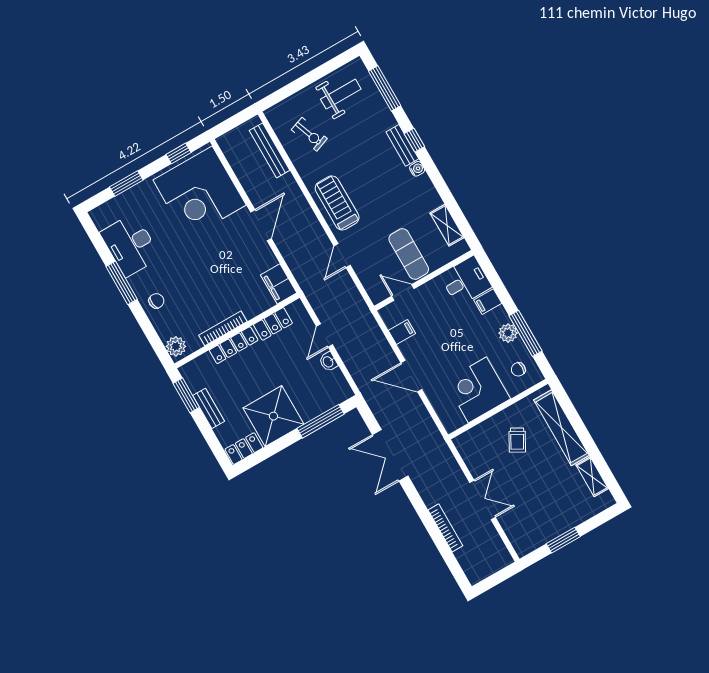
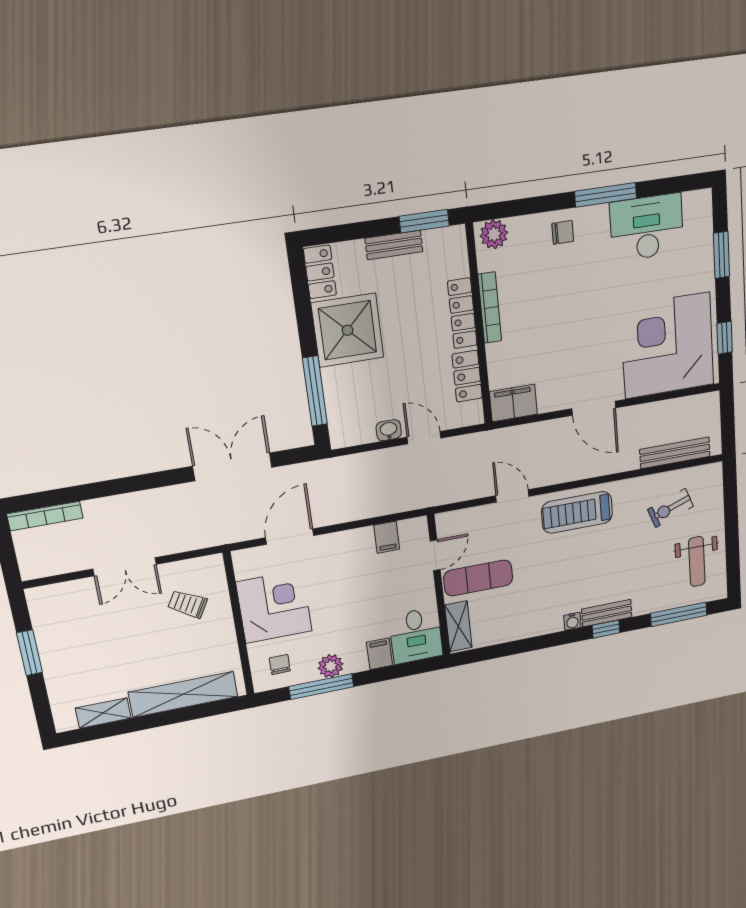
treadmill: (337, 203) -> (577, 512), turned 180
shelving: (447, 225) -> (458, 626), moved, turned 90
chair: (156, 301) -> (563, 232), turned -82
door: (411, 376) -> (290, 537), moved
trolley: (517, 440) -> (188, 604), moved
bookcase: (445, 528) -> (45, 516), moved

